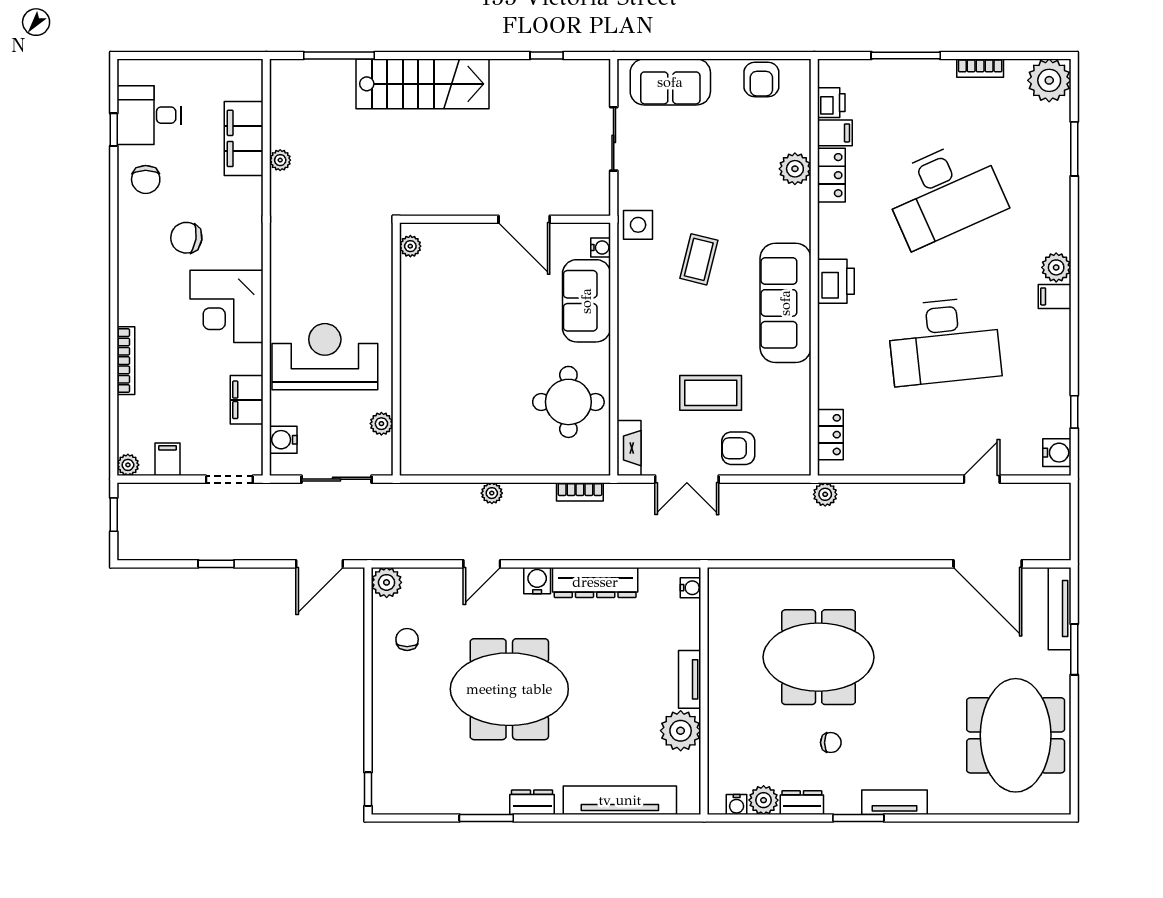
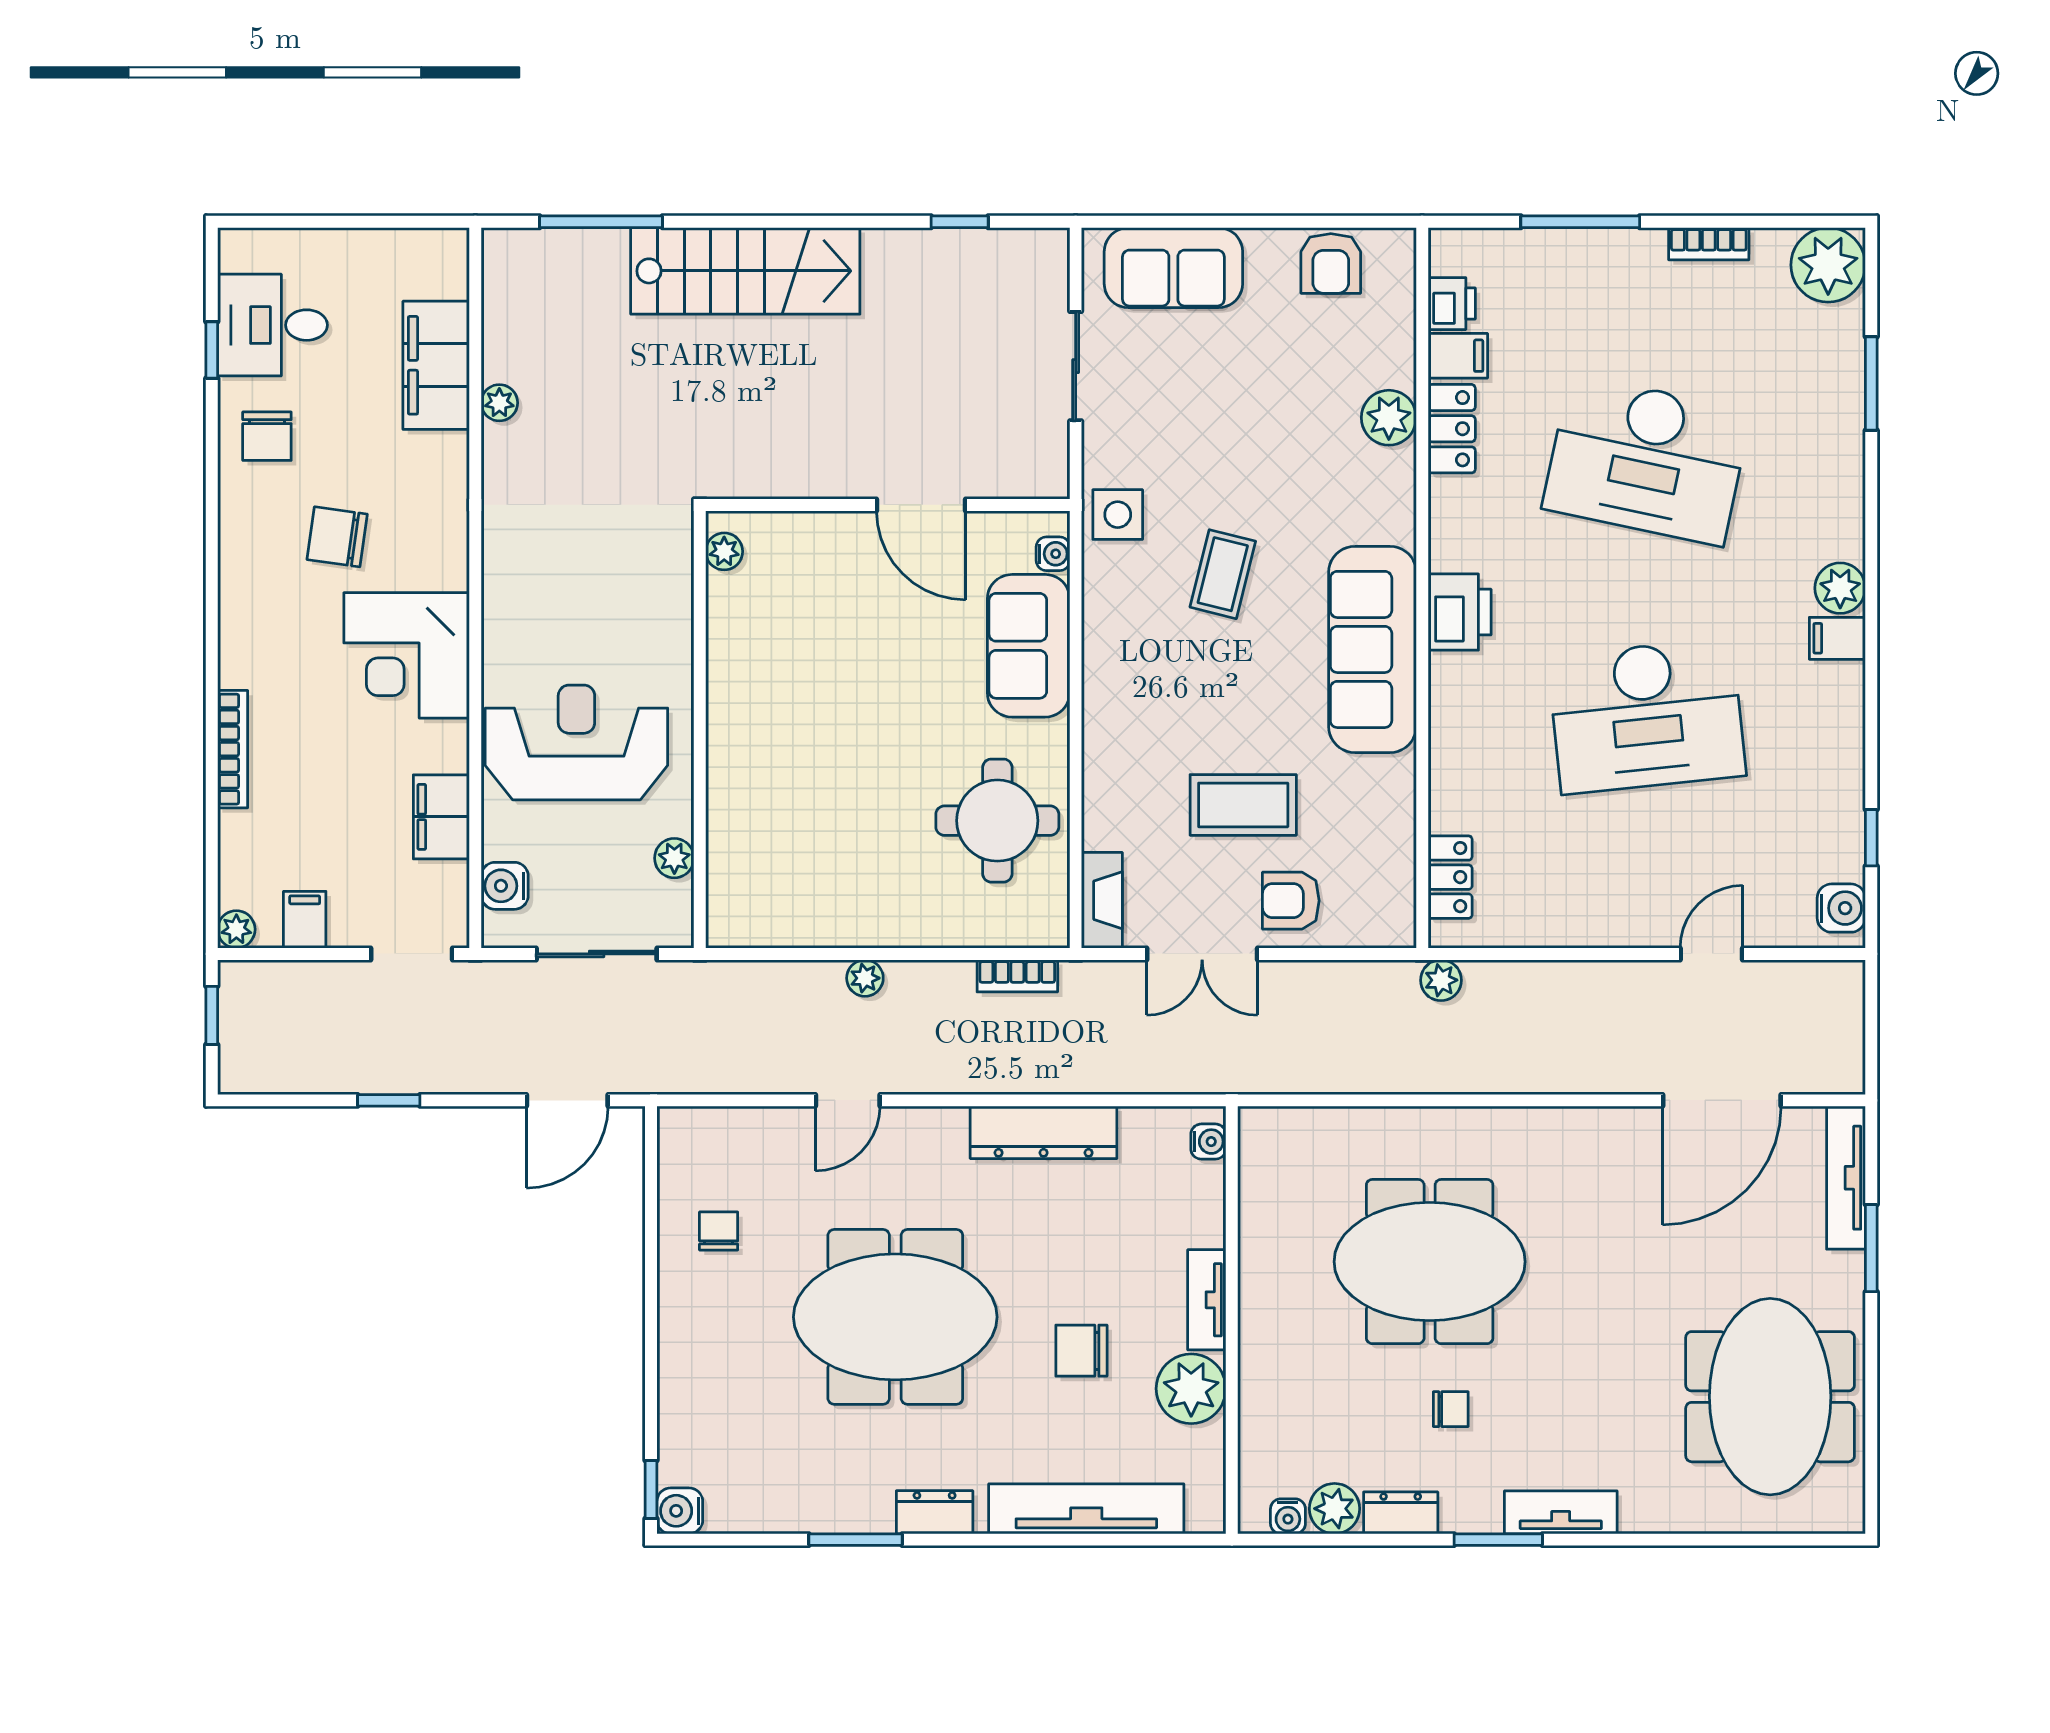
desk: (944, 193) -> (1647, 460), turned 36
door: (988, 564) -> (1722, 1100), hinge flipped
water cooler: (537, 581) -> (680, 1511), moved, turned -90
plant: (387, 582) -> (683, 1132), removed
chair: (617, 709) -> (1081, 1351), added

